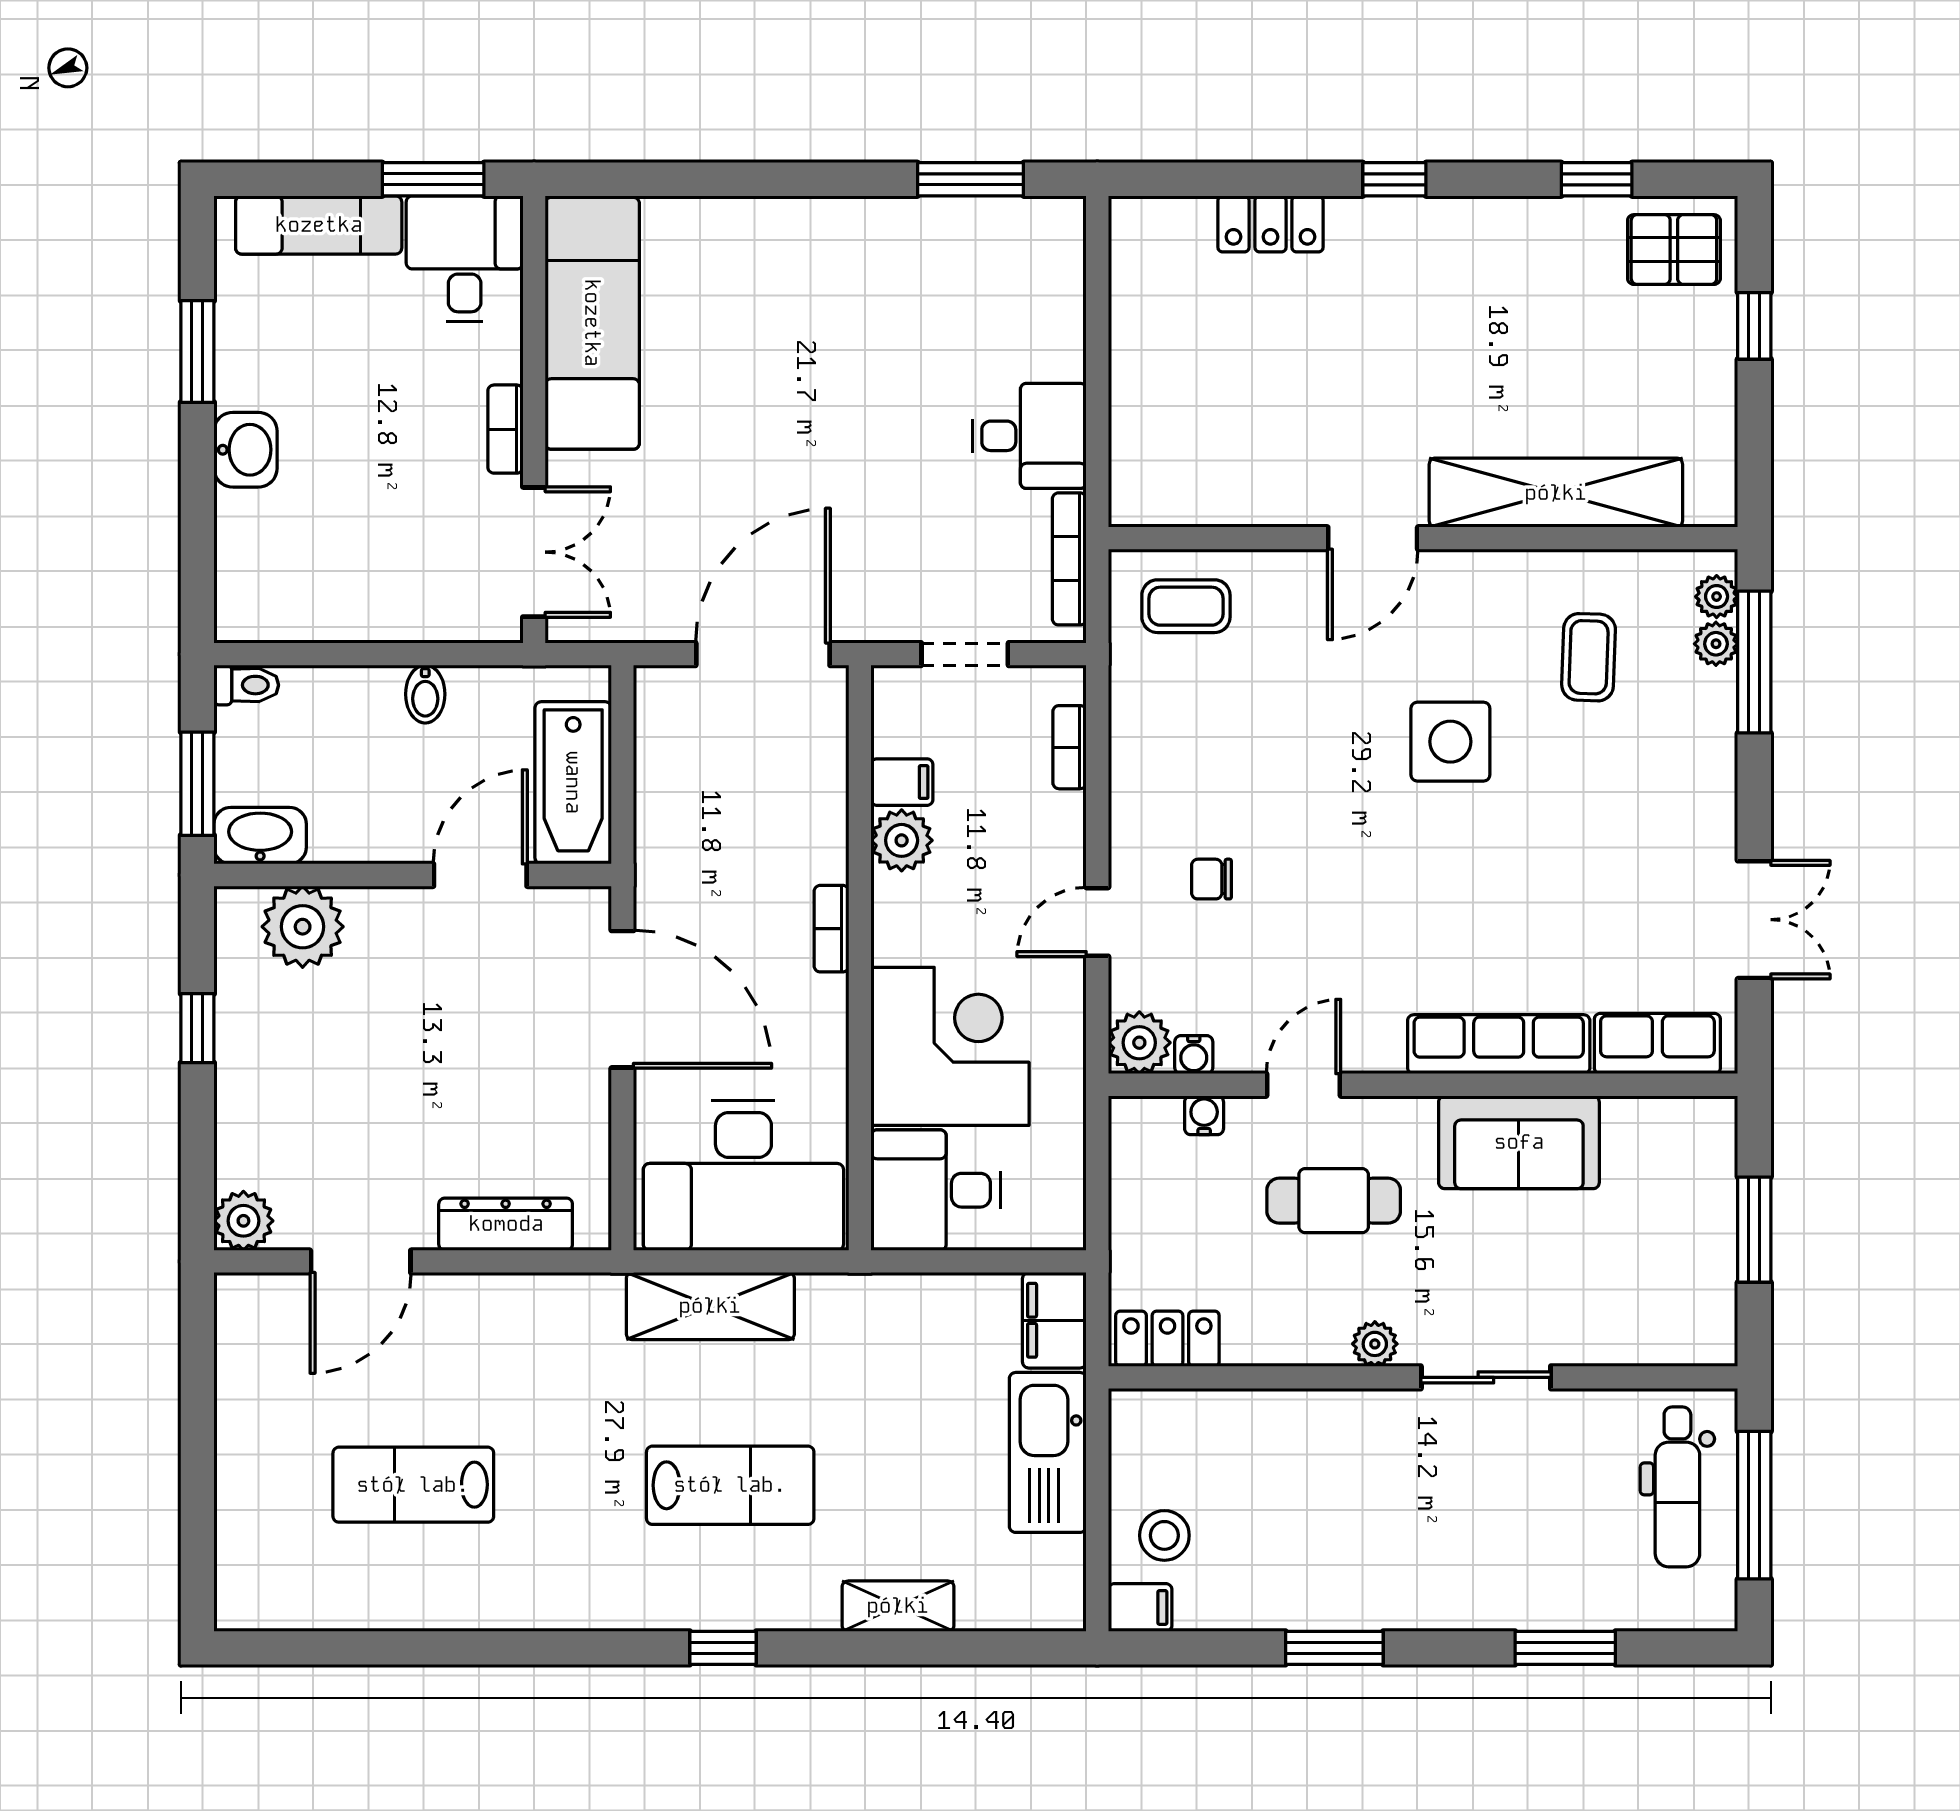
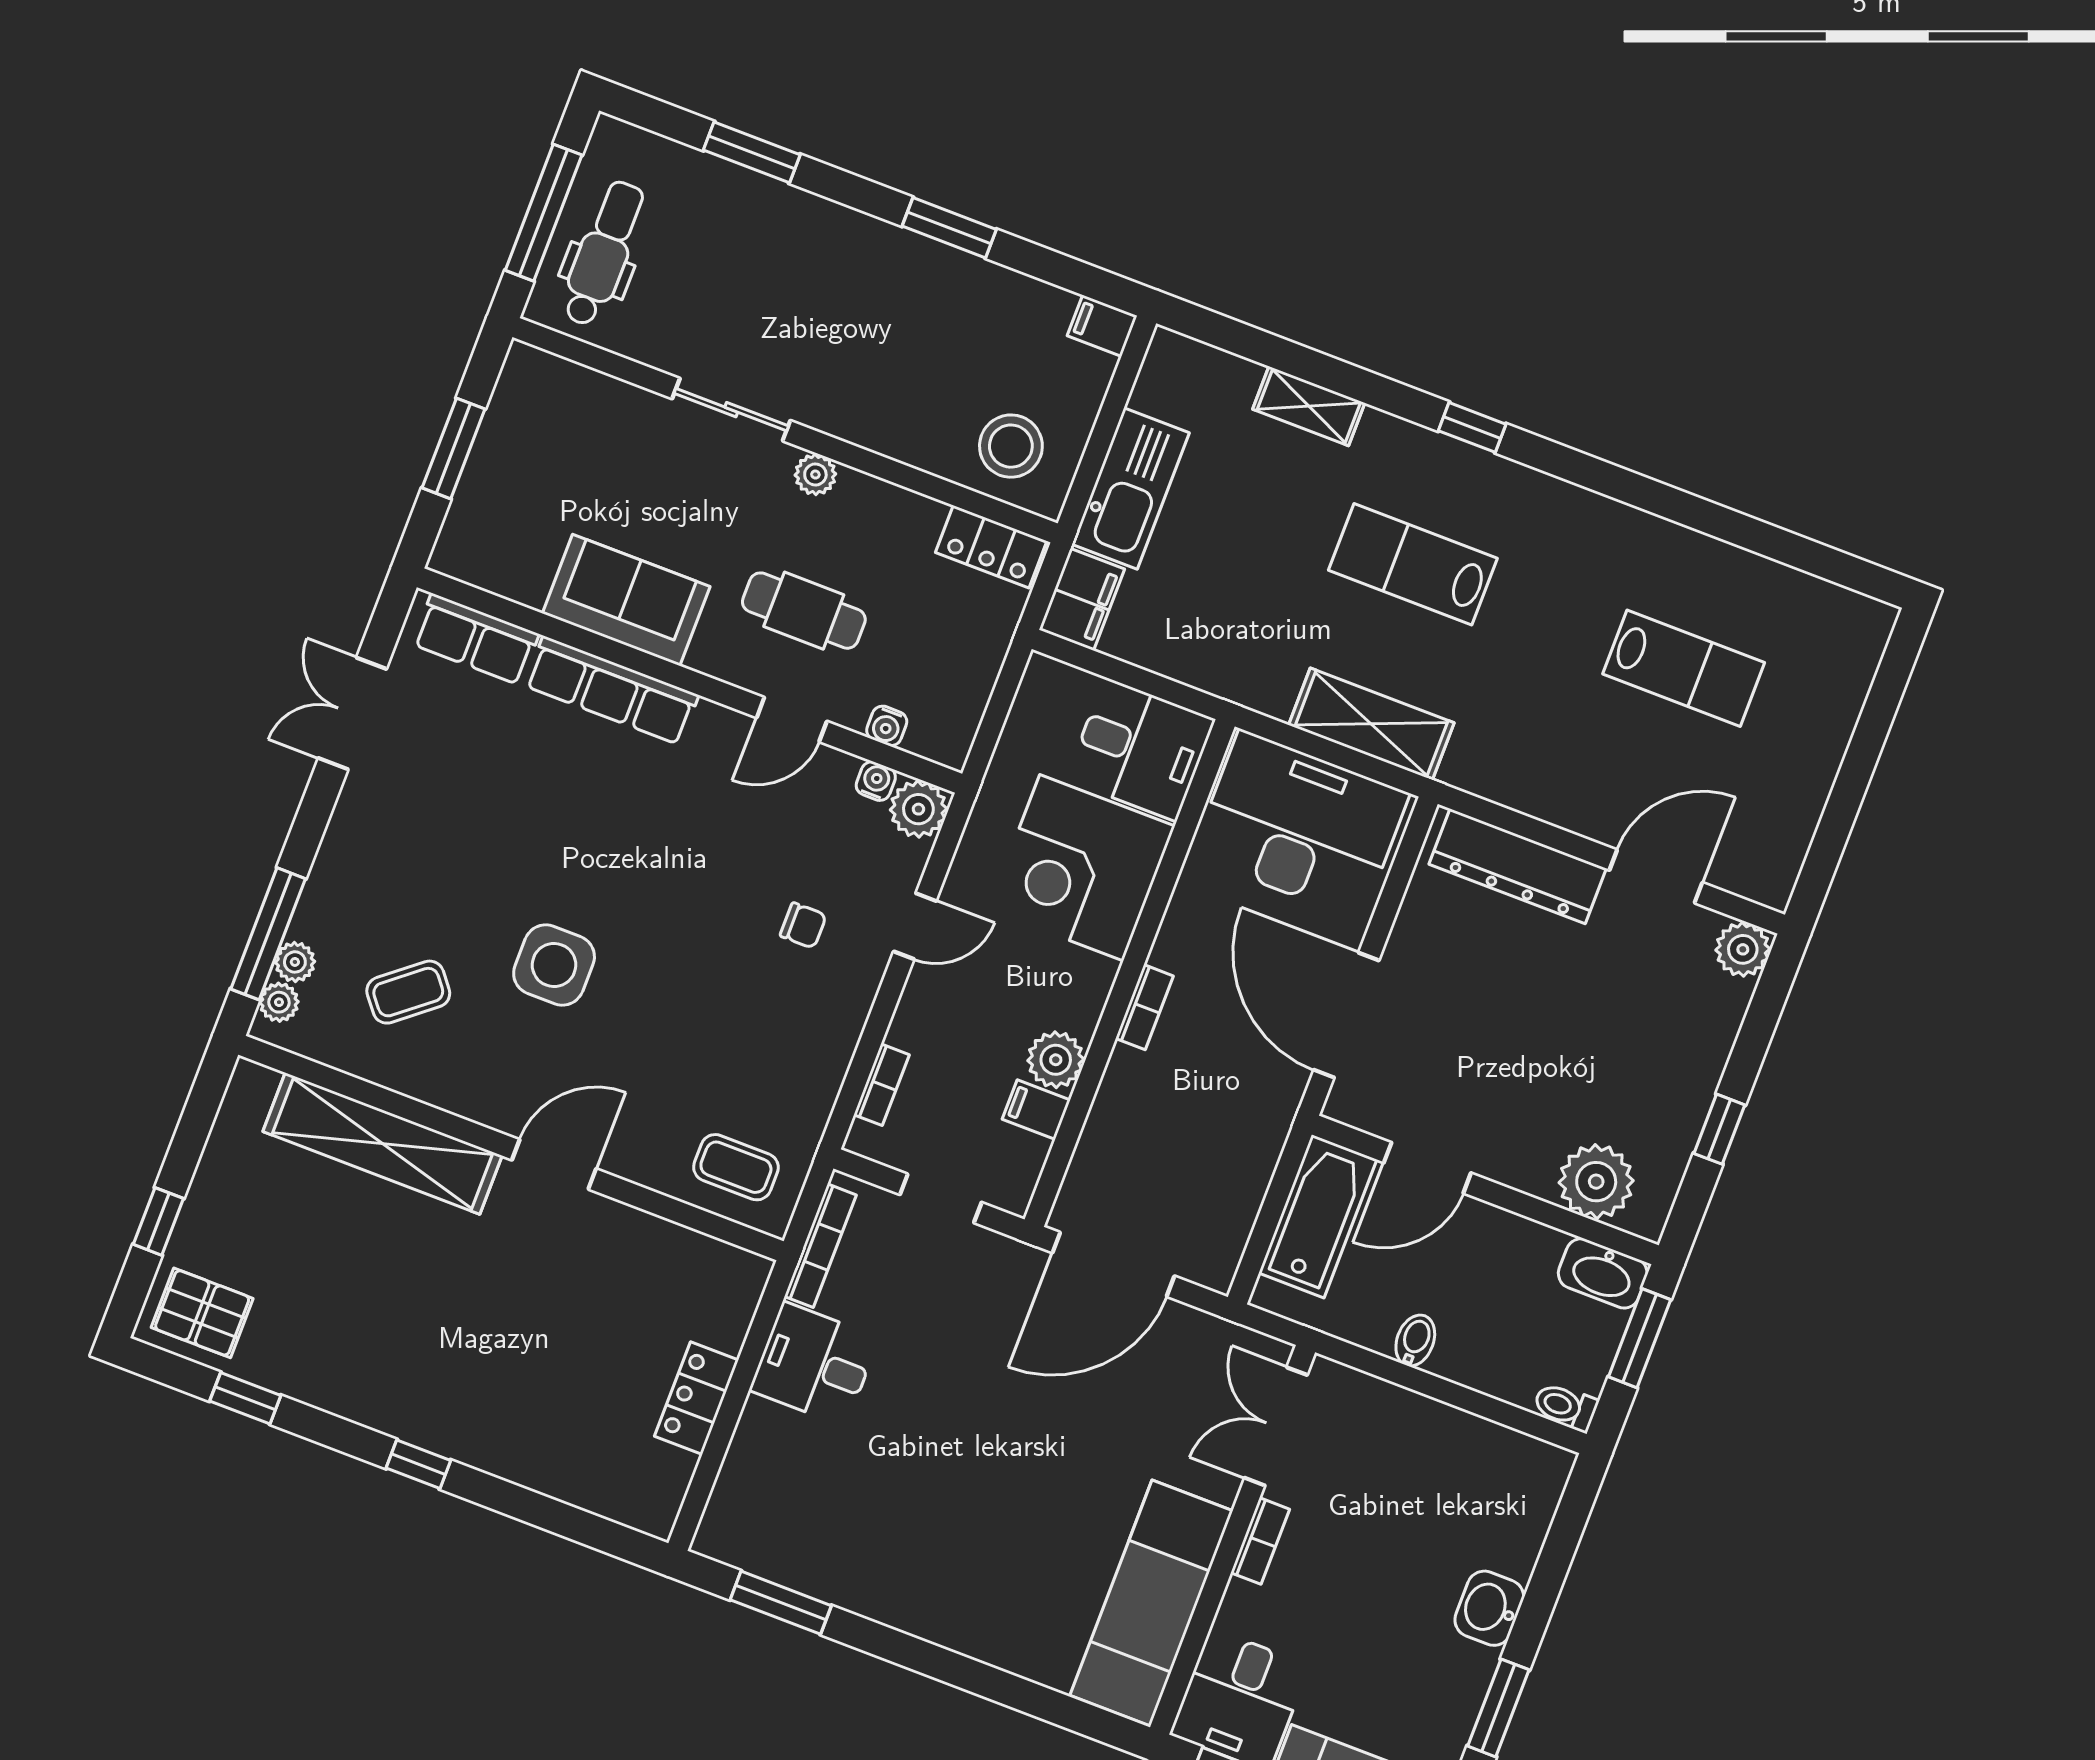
locker: (1270, 224) -> (696, 1398), moved, turned -90
coffee table: (1589, 657) -> (408, 992), turned 49
dresser: (506, 1224) -> (1518, 866), width x1.37, depth x1.24
stool: (1164, 1535) -> (1011, 446), moved, width x1.38, depth x1.38

